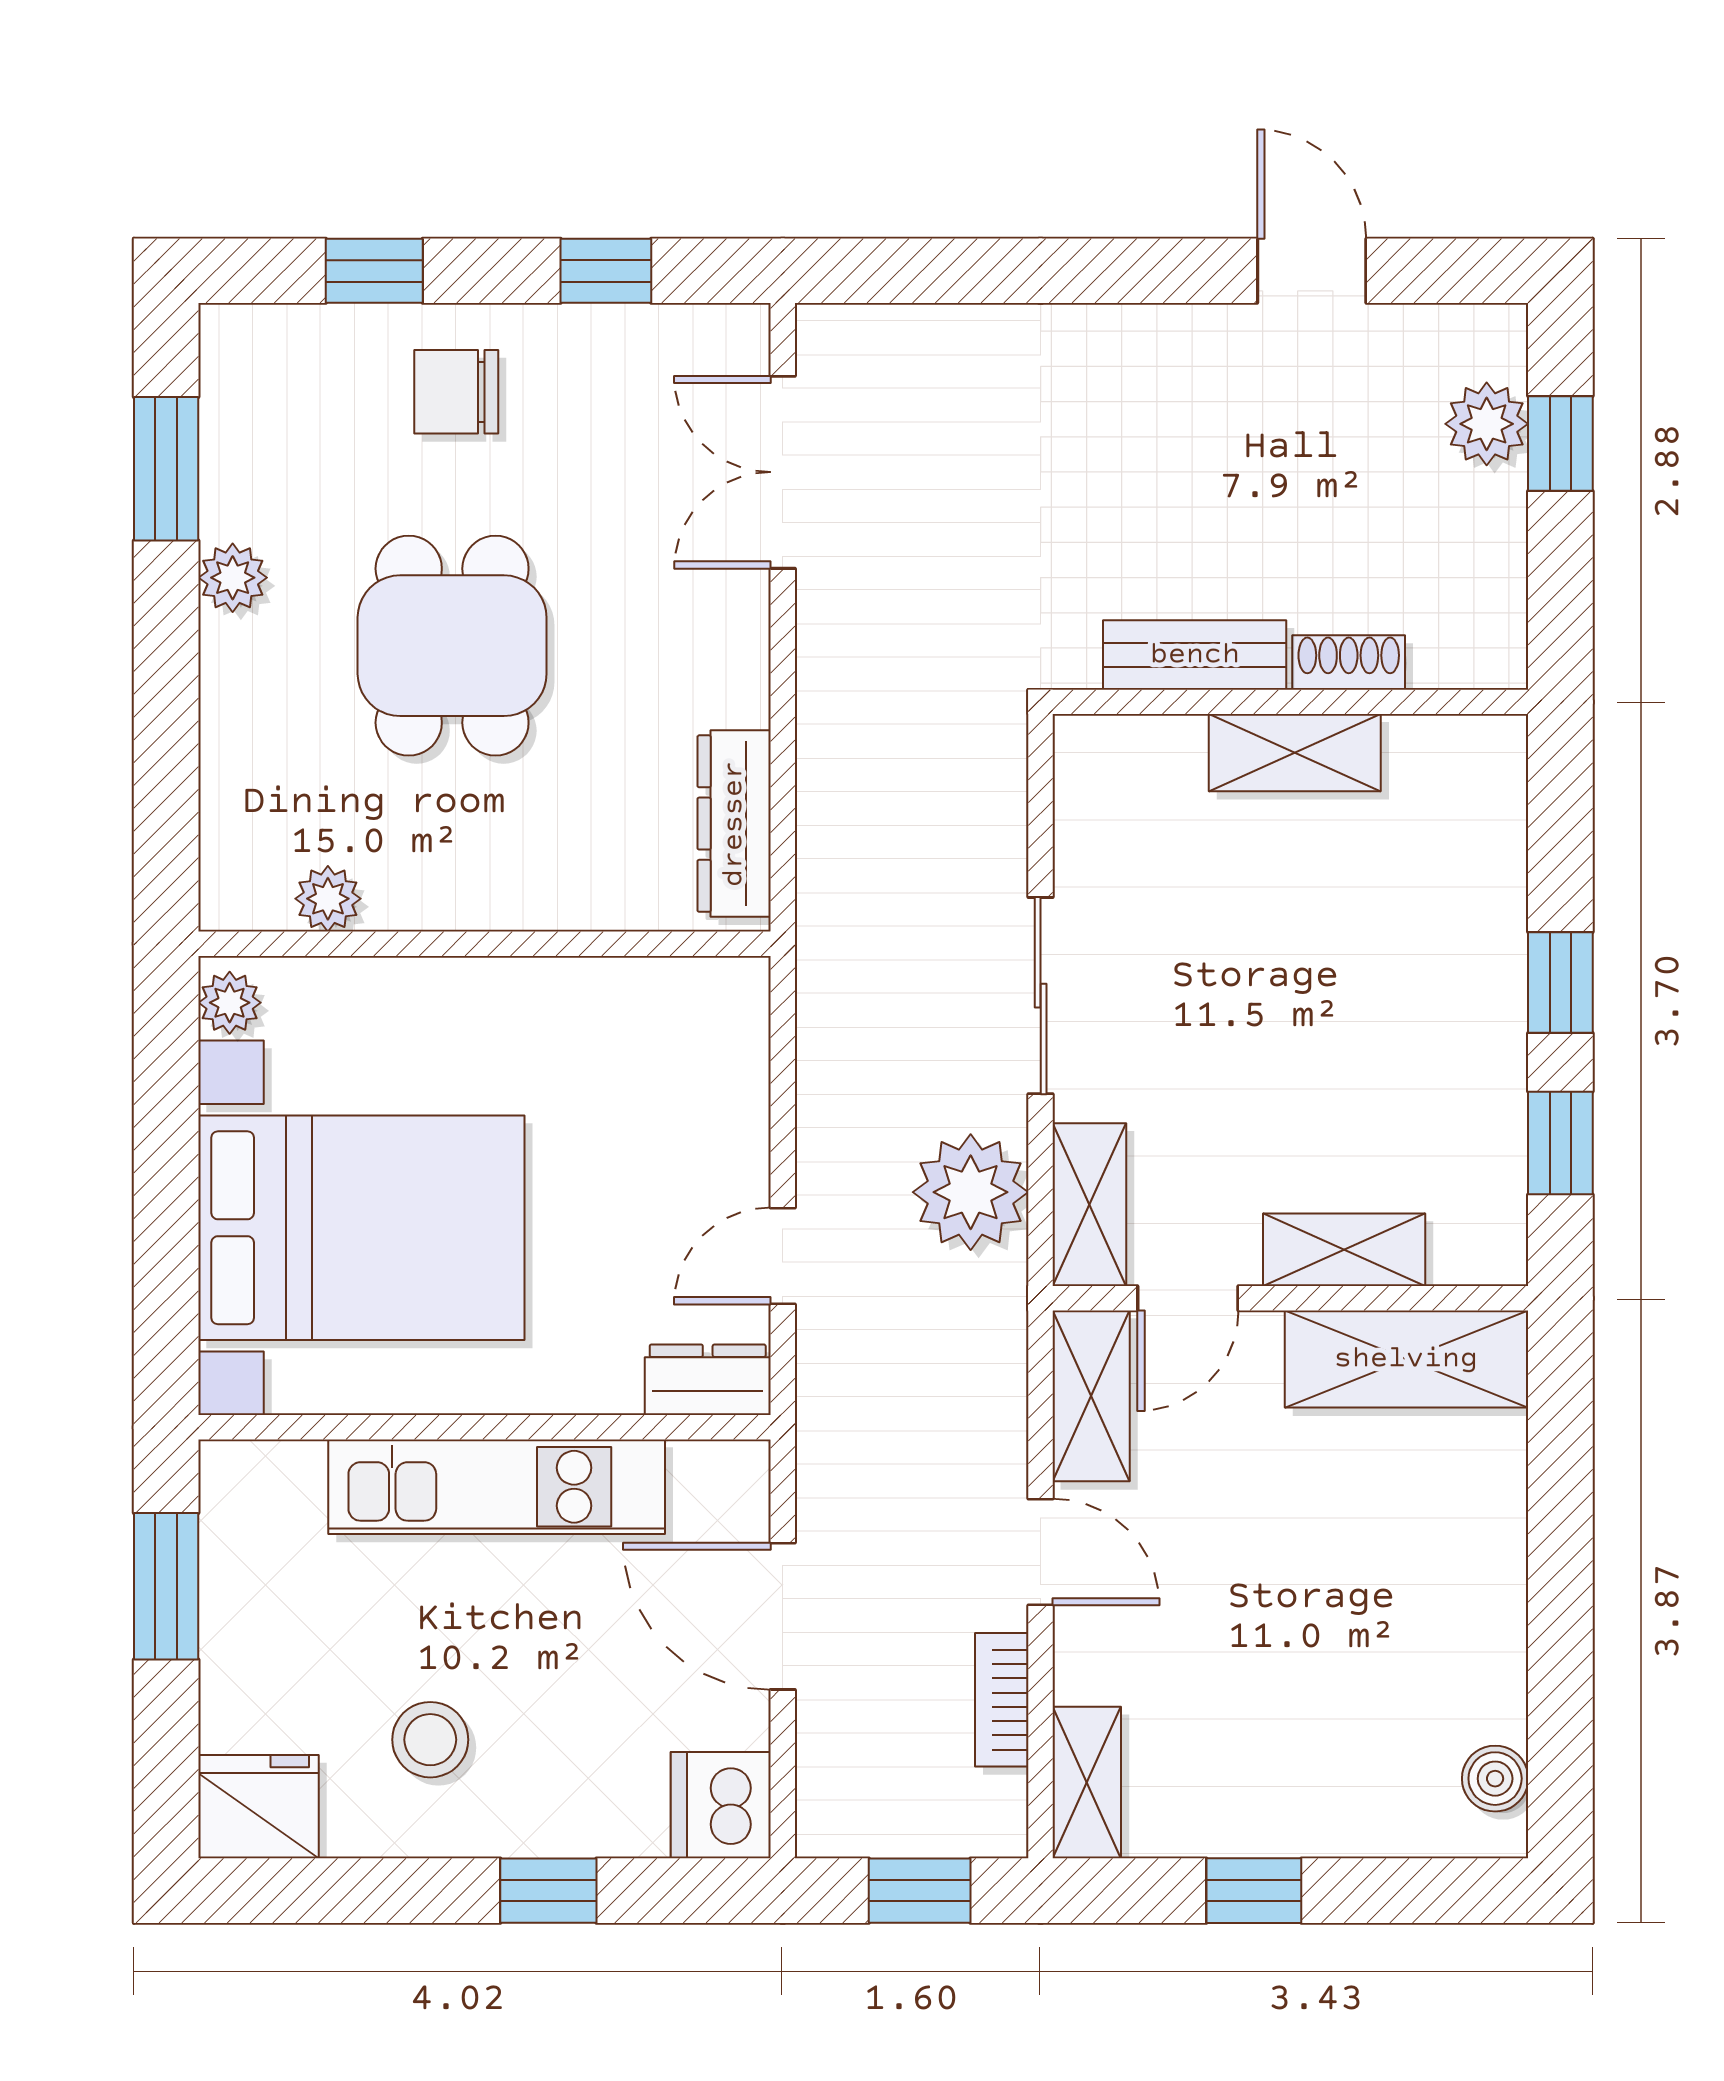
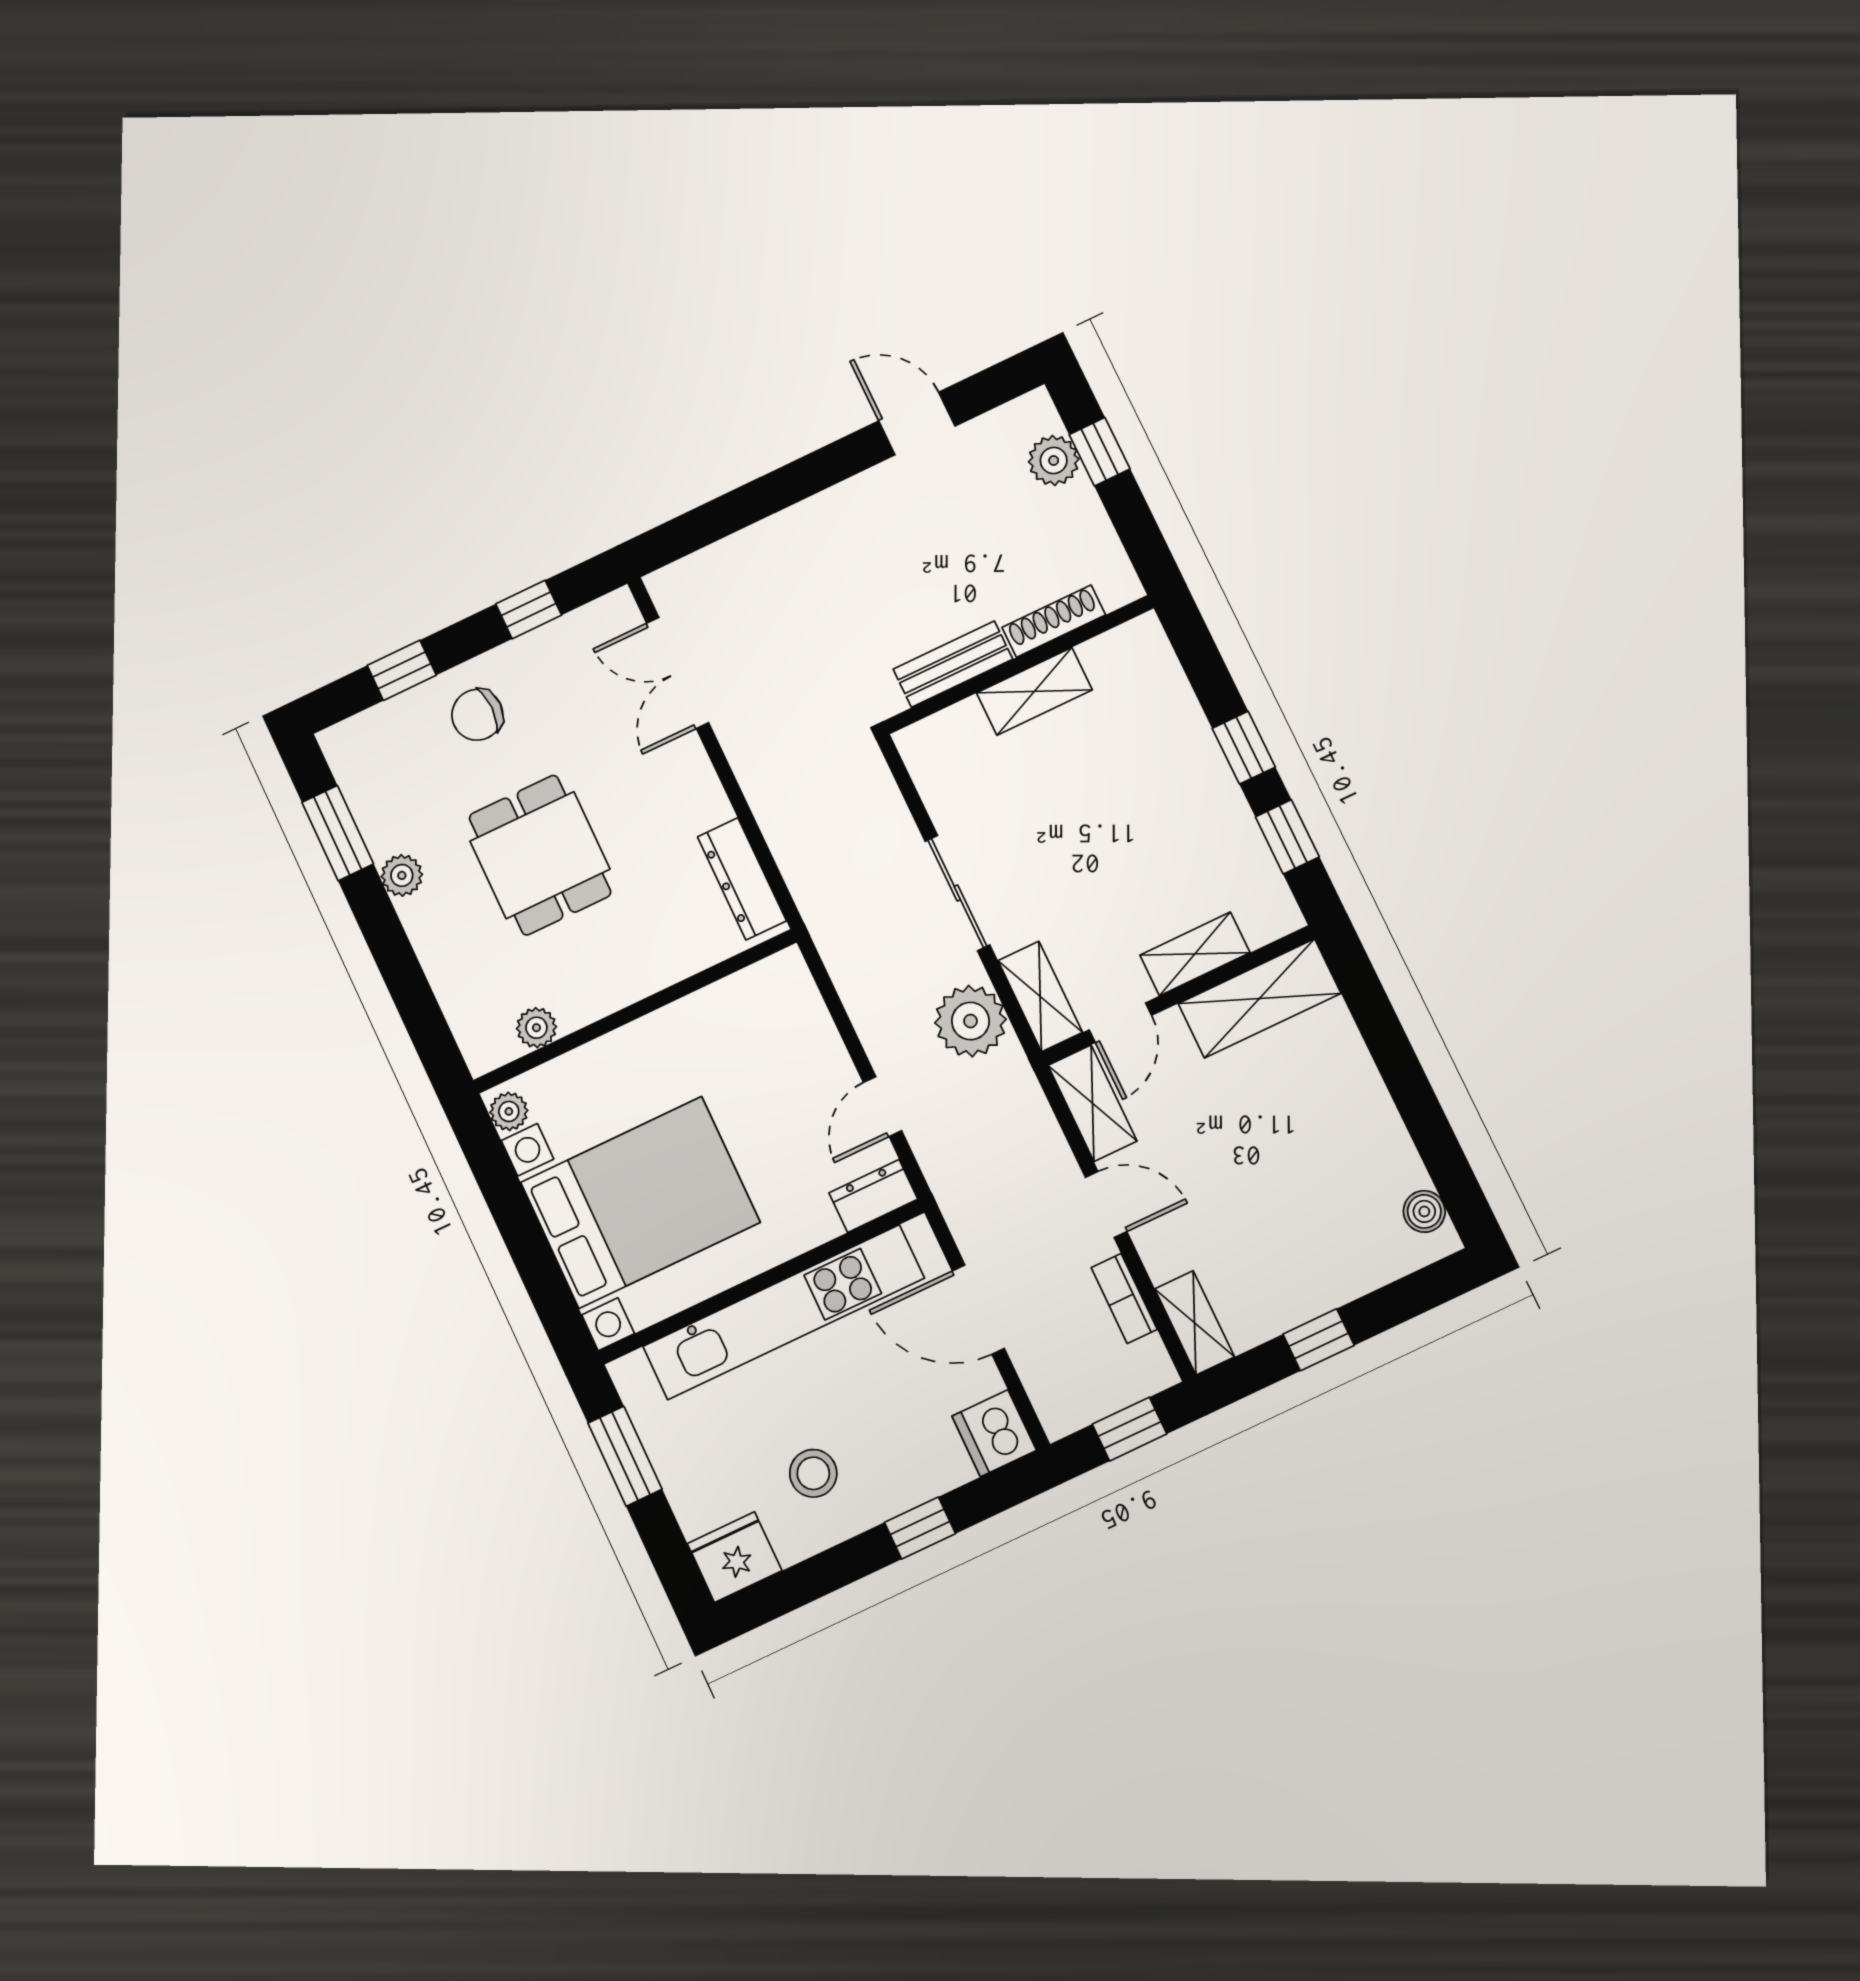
shoe rack: (1349, 663) -> (1054, 621), width x1.43
kitchen unit: (497, 1487) -> (784, 1312), width x1.36

